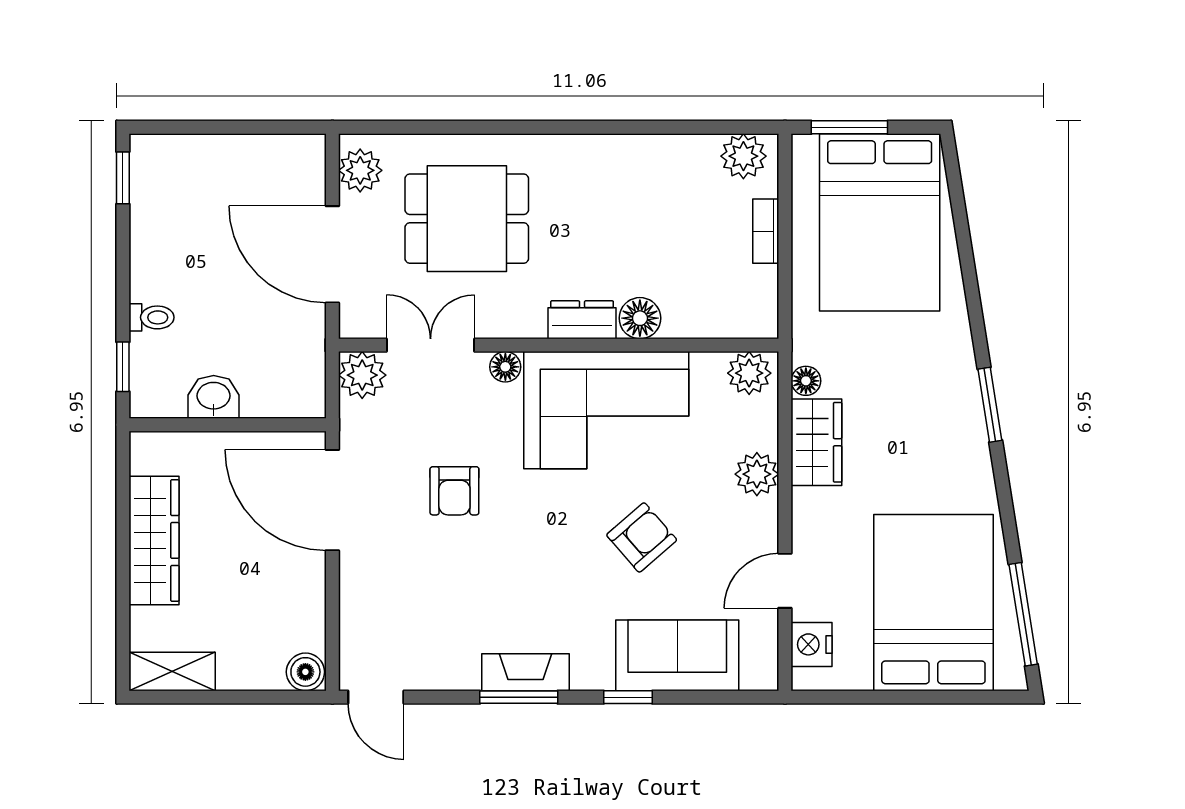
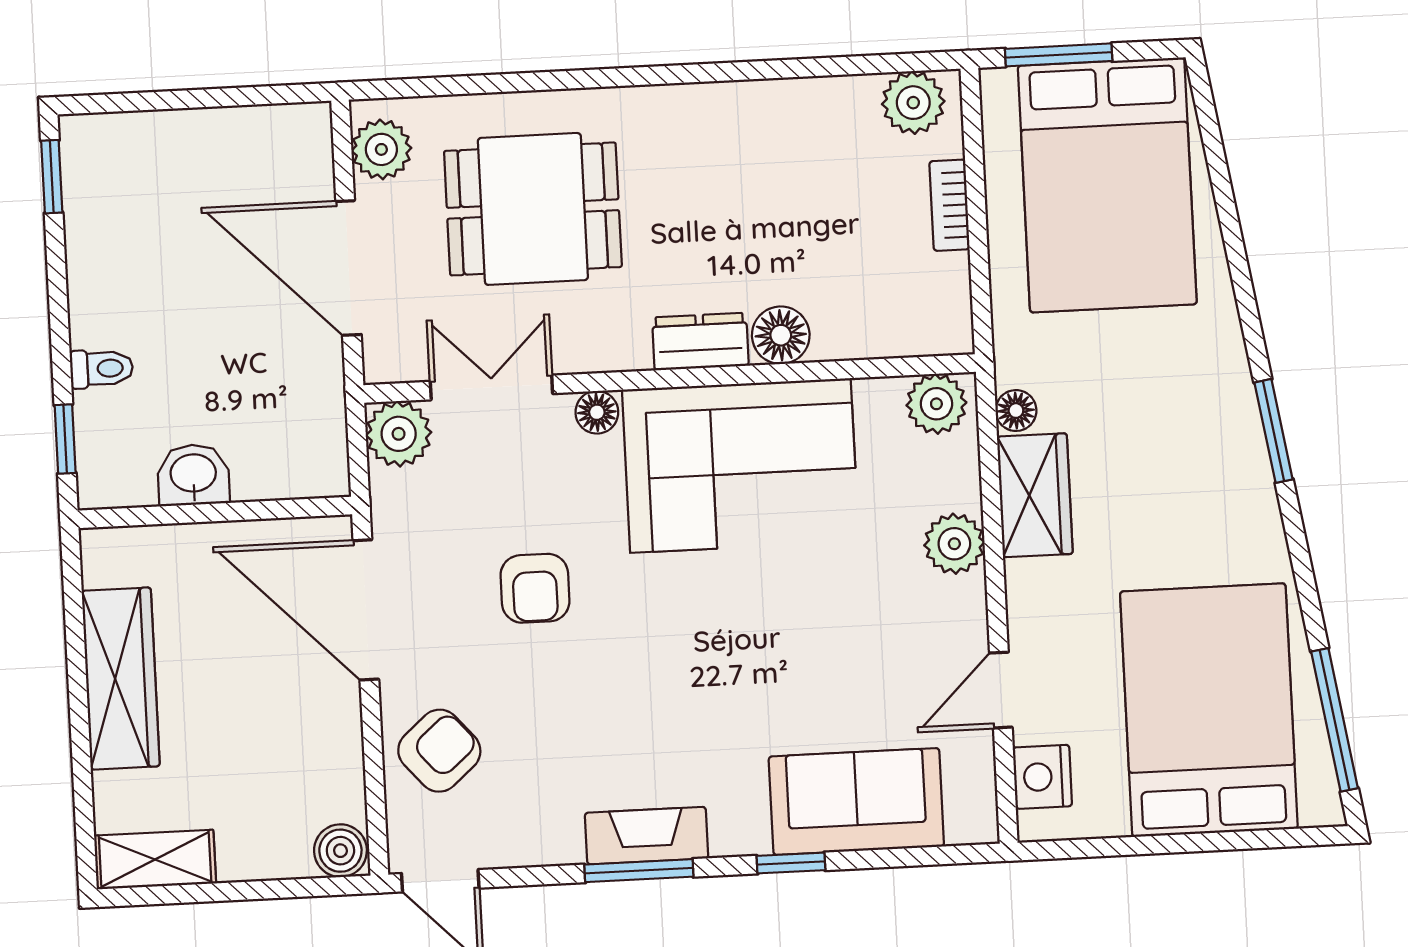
armchair: (642, 537) -> (439, 751), moved

